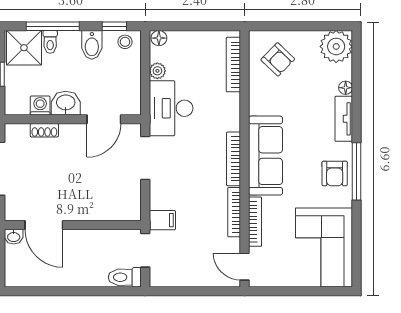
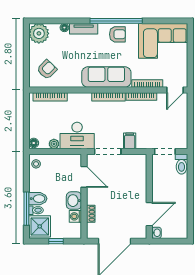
window: (114, 26) -> (26, 171), removed
bidet: (92, 45) -> (38, 199), moved
window: (356, 171) -> (116, 21), width x1.46
filing cabinet: (162, 220) -> (130, 141), moved

